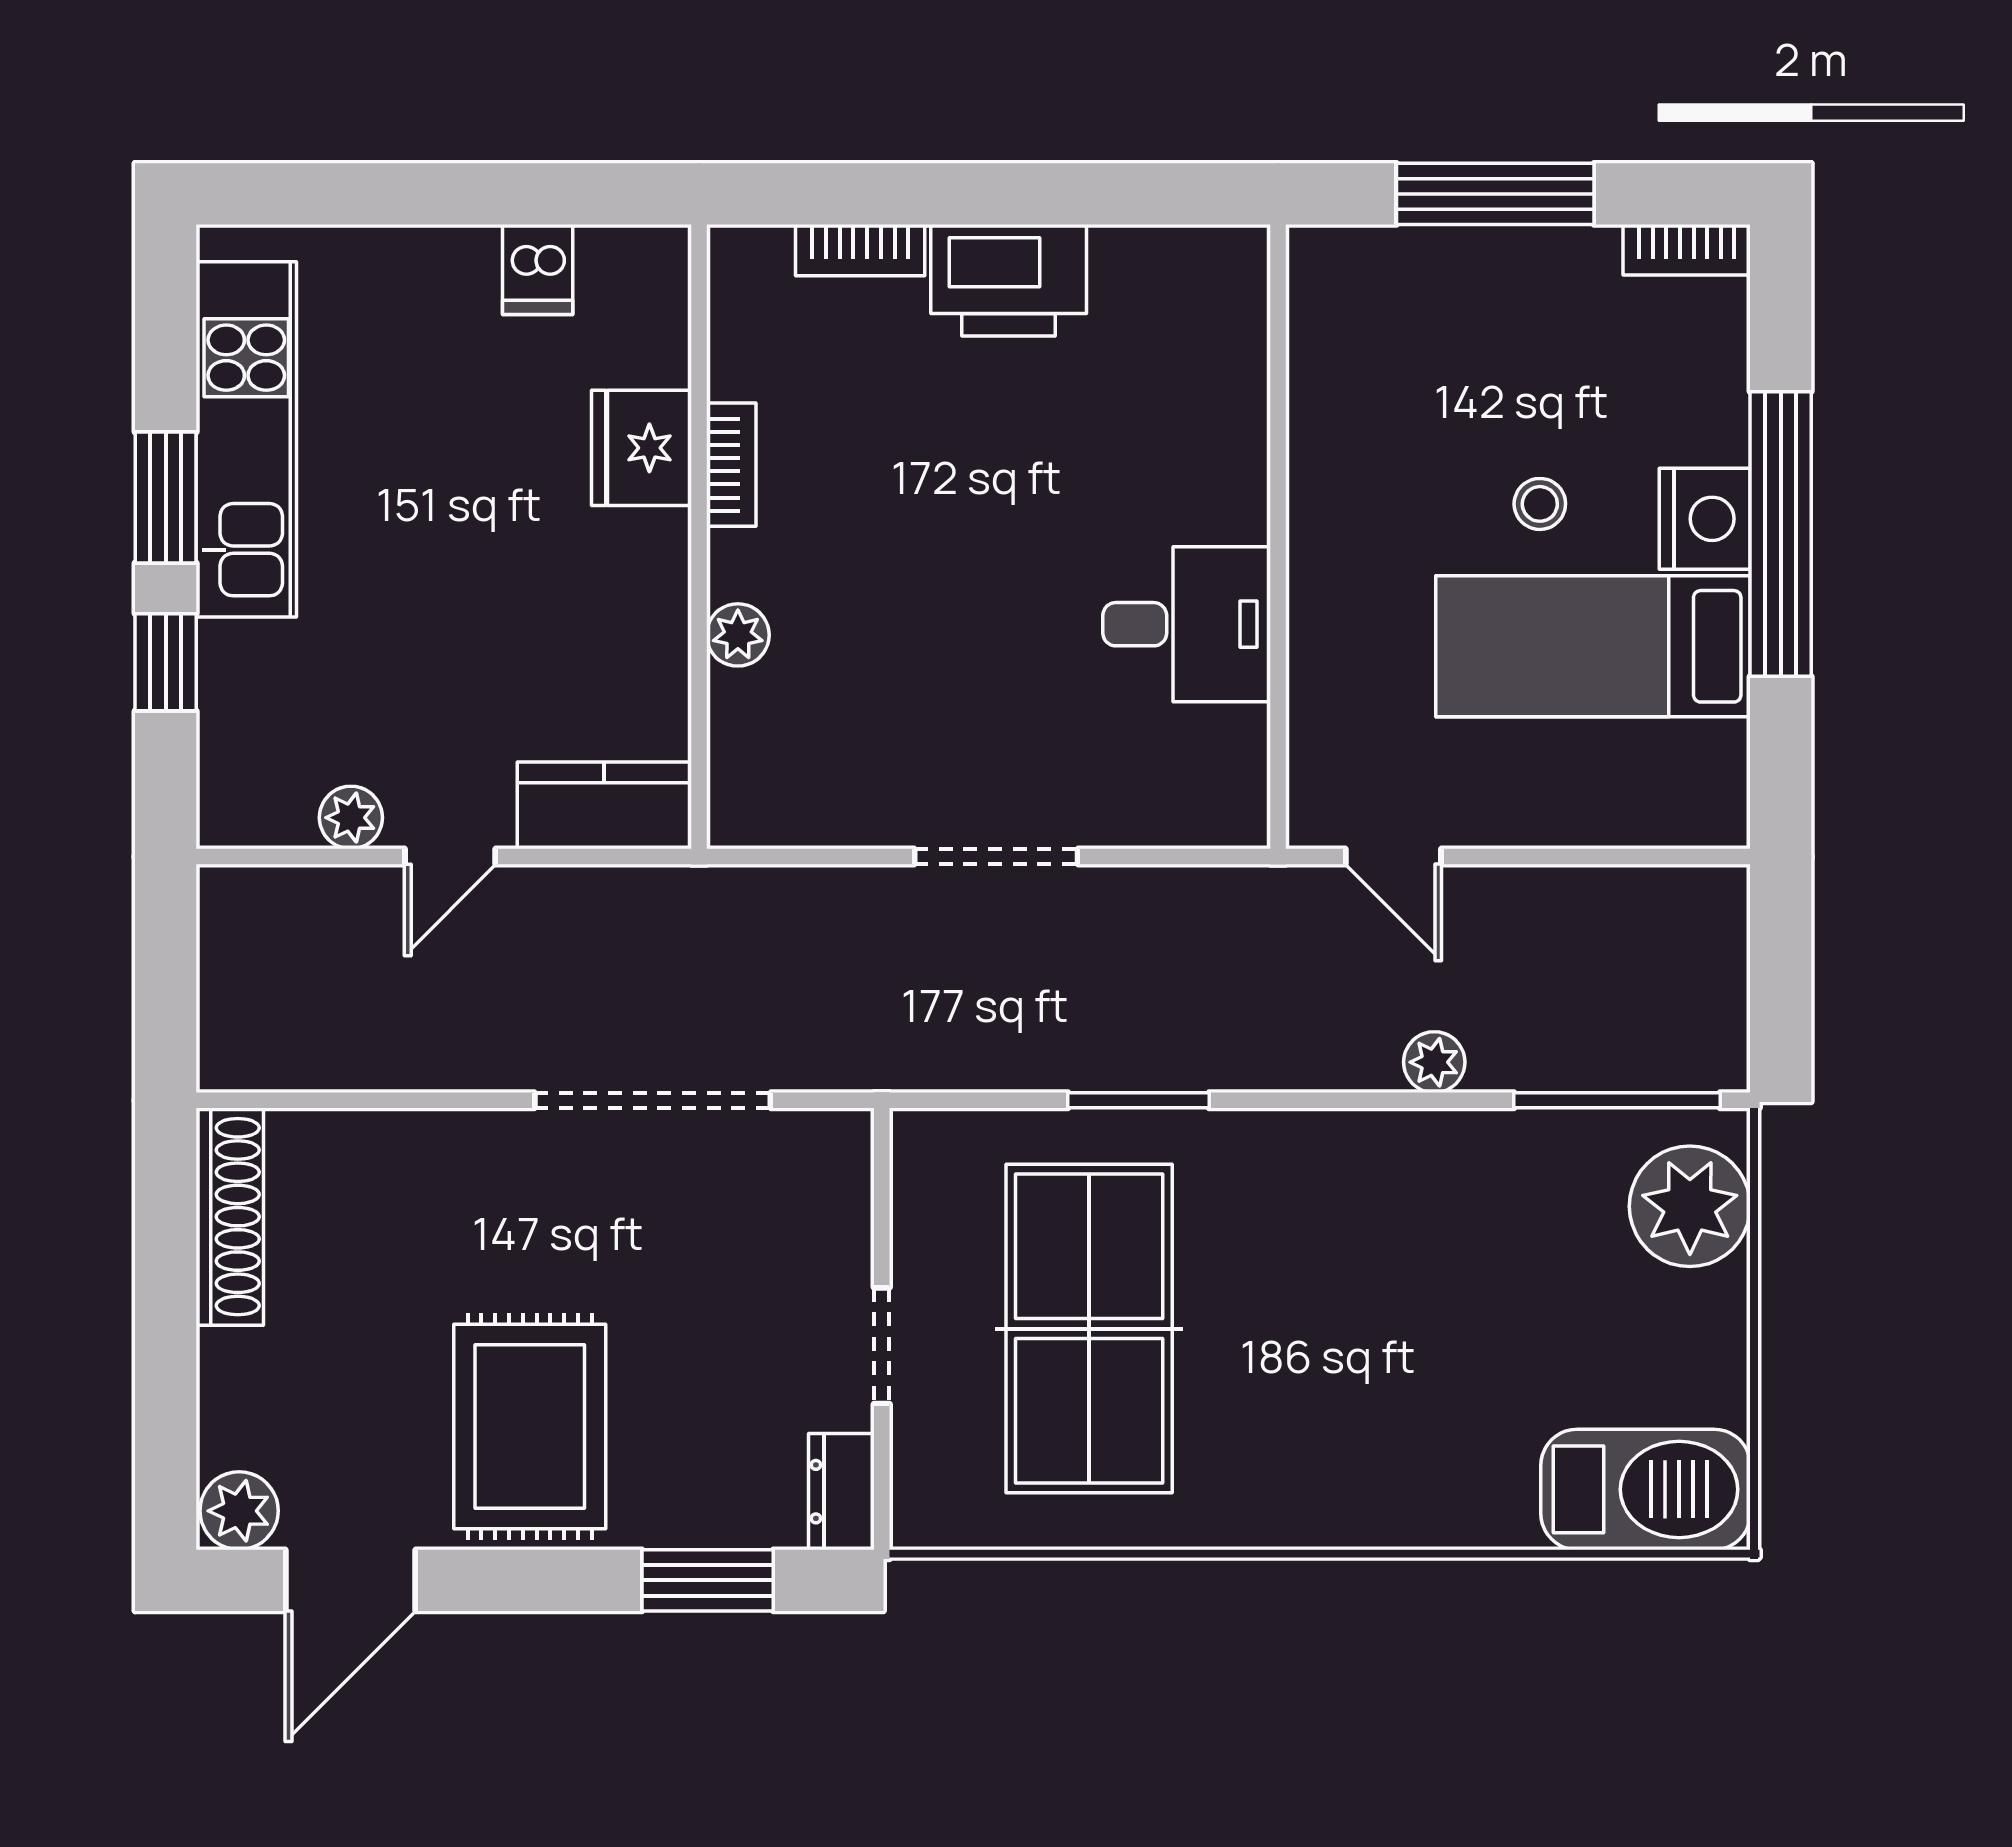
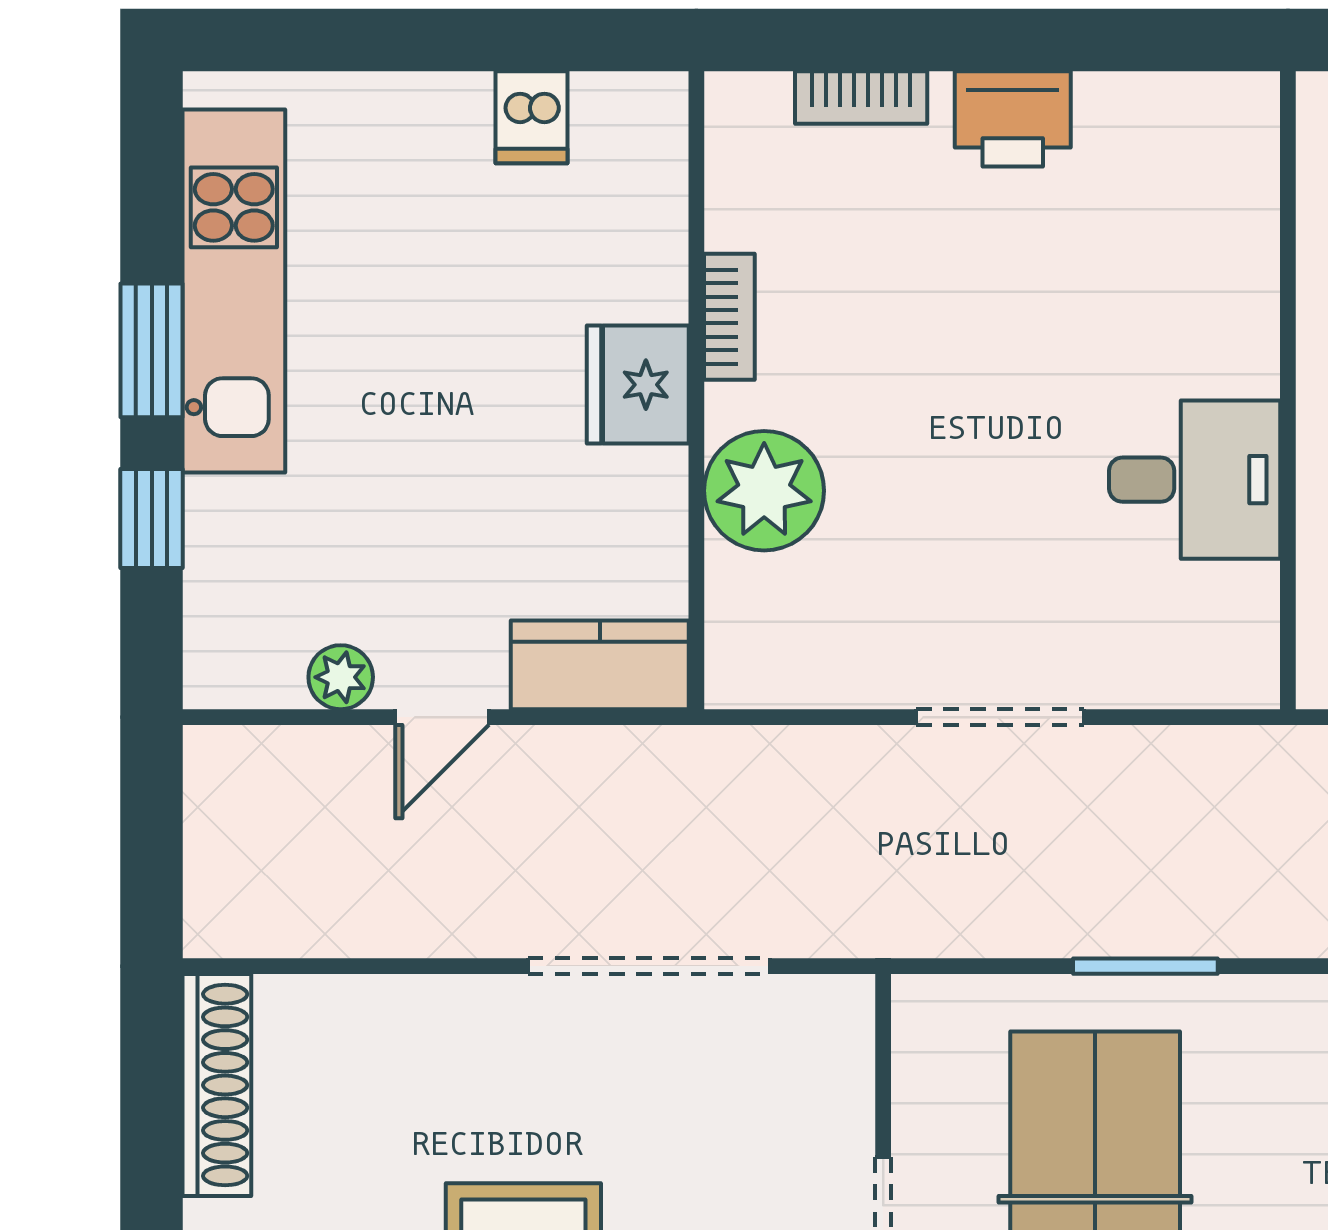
printer: (1009, 280) -> (1013, 119), width x0.73, depth x0.84
fridge: (642, 448) -> (638, 385), moved
plant: (738, 635) -> (764, 491), width x1.88, depth x1.88

